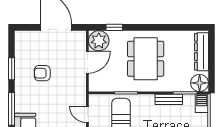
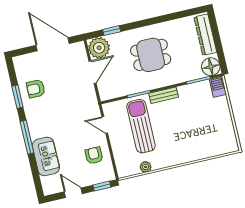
dining table: (146, 59) -> (151, 55), width x0.73
armchair: (42, 73) -> (36, 89), moved
bench: (169, 99) -> (164, 95), moved

